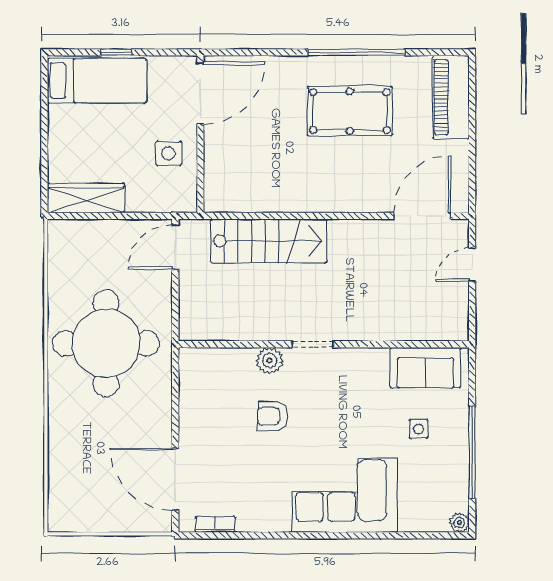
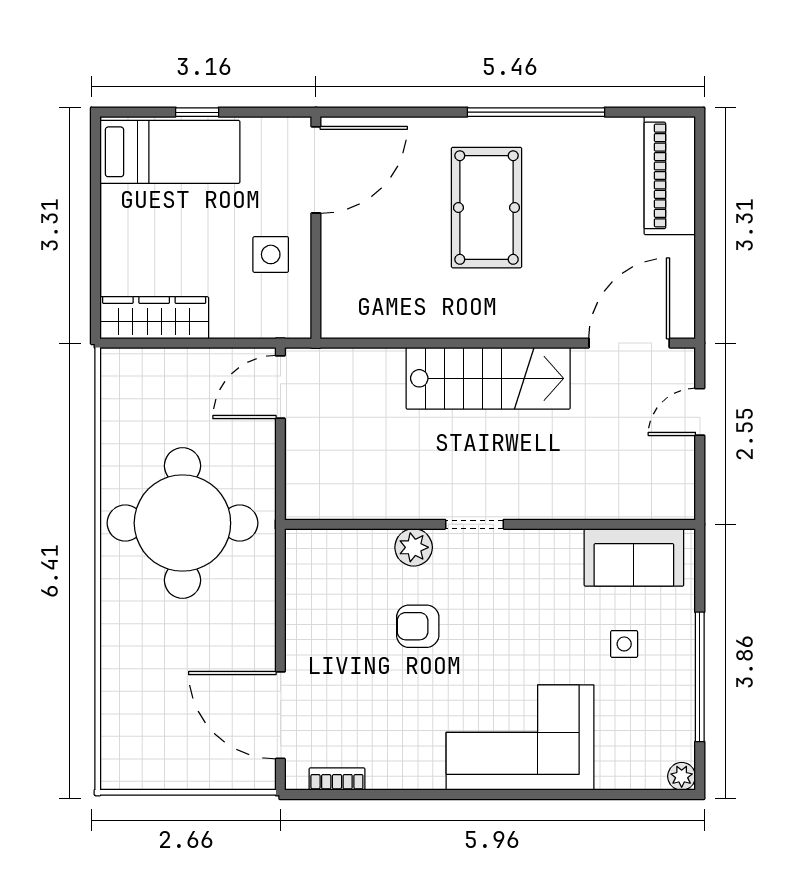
pool table: (350, 111) -> (486, 208), moved, turned 90
stairs: (269, 241) -> (488, 378), moved

